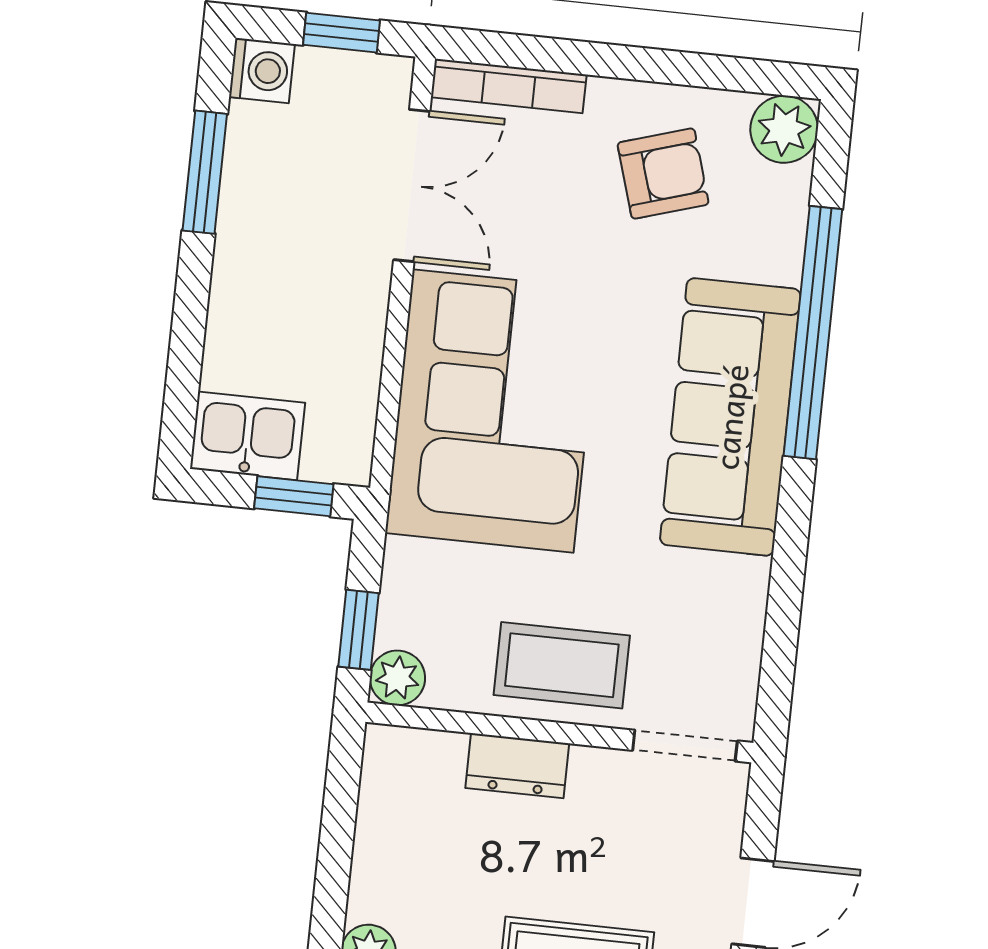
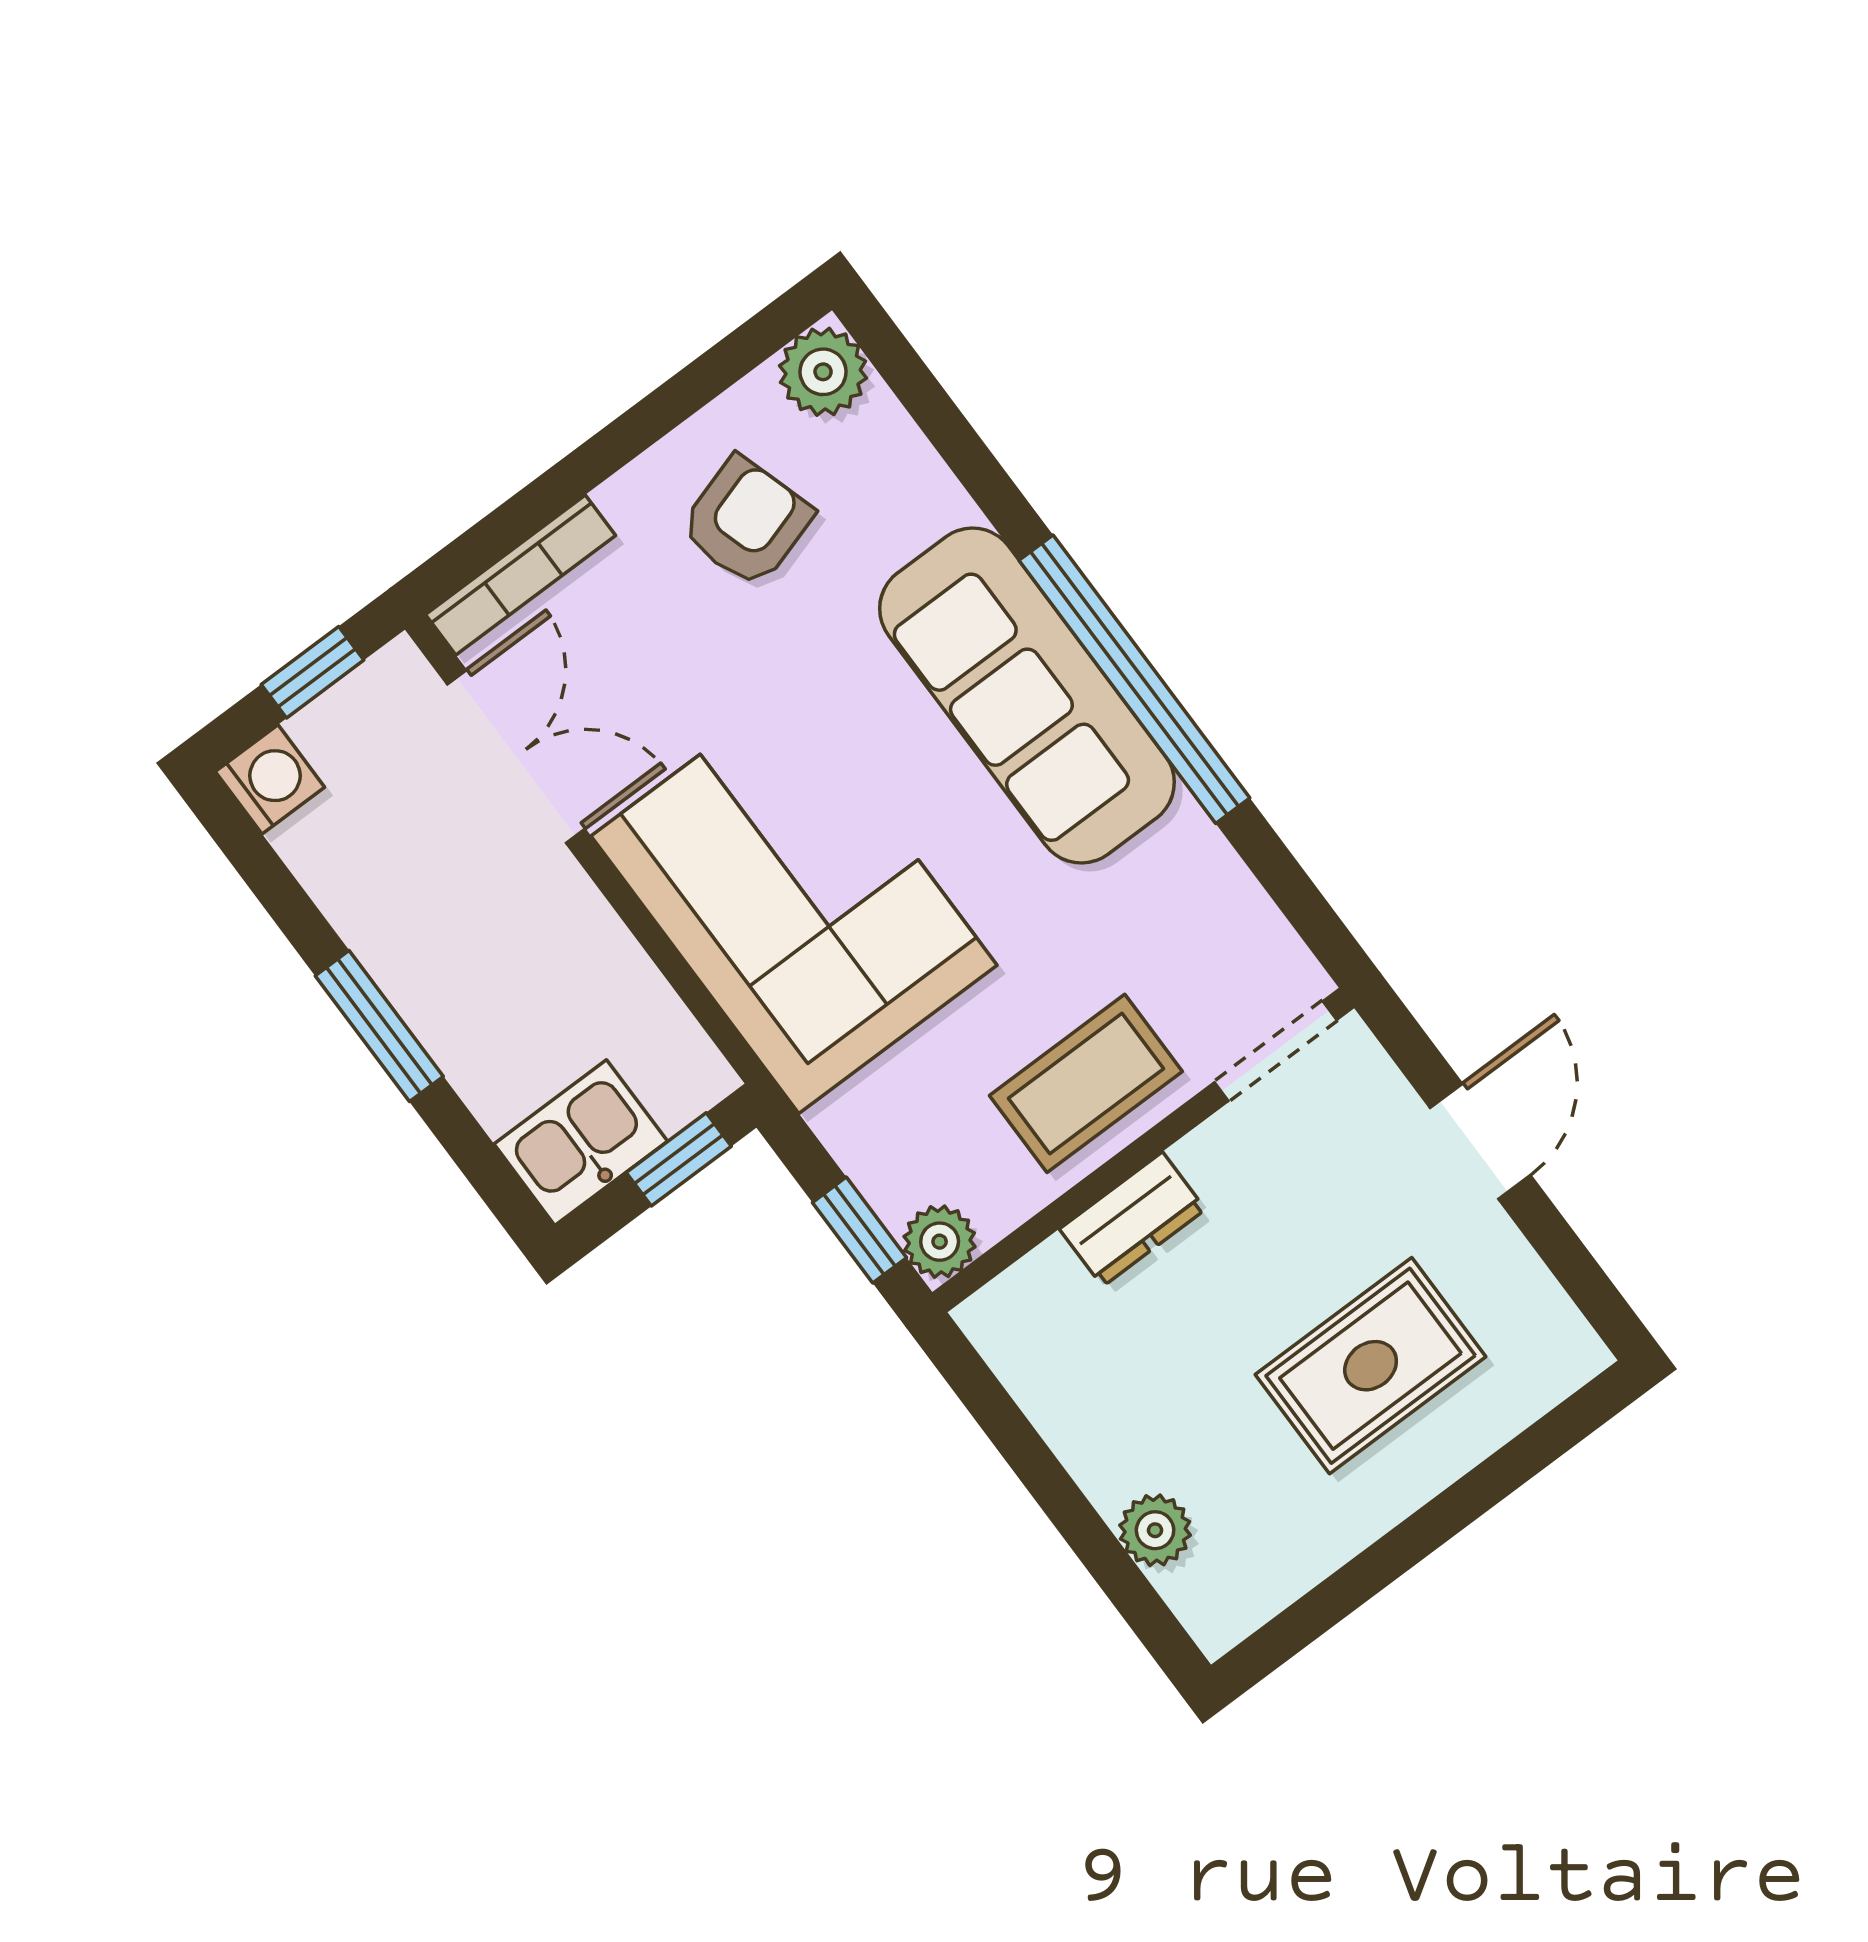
window: (205, 172) -> (379, 1026), moved
window: (813, 333) -> (1134, 679), moved

